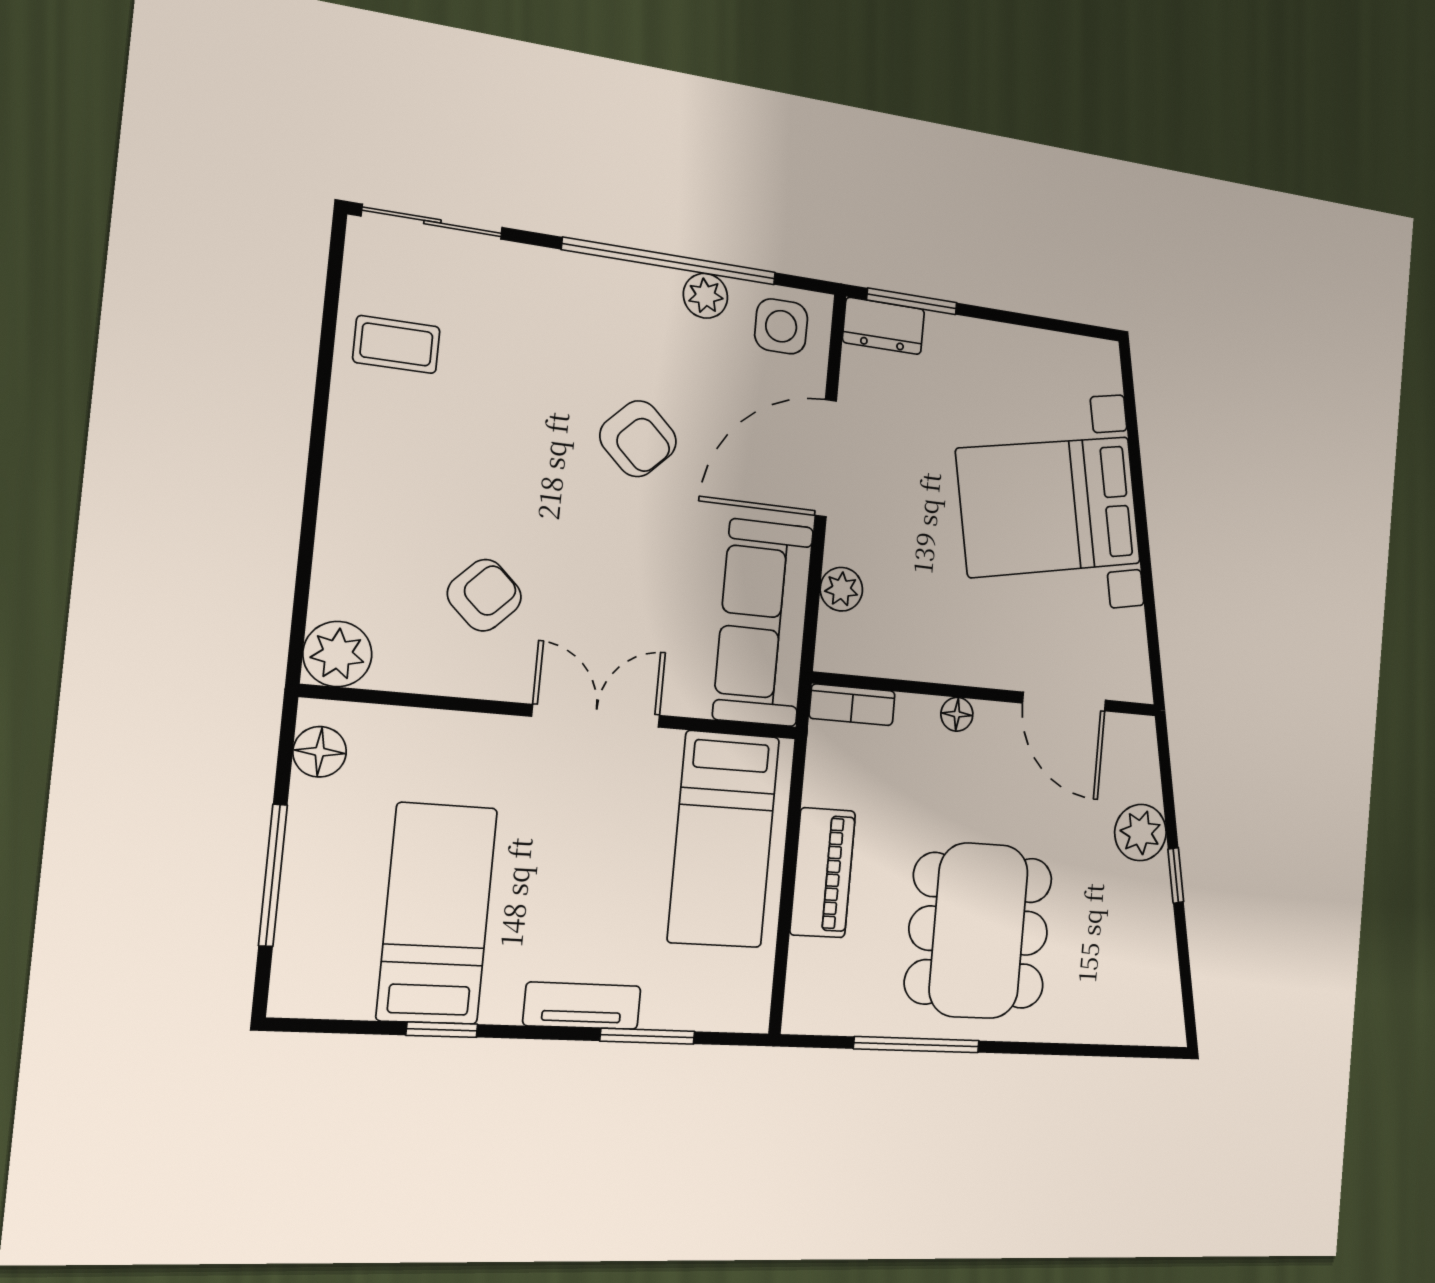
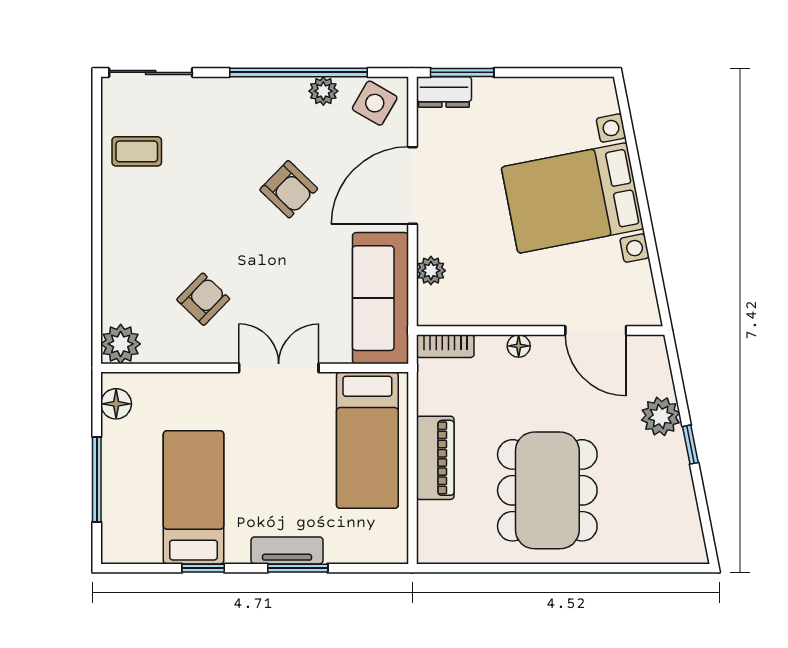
side table: (781, 326) -> (375, 103), turned 30
window: (648, 1036) -> (298, 568), moved
window: (917, 1045) -> (510, 568), removed

